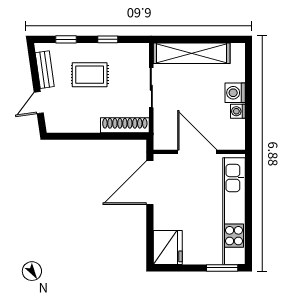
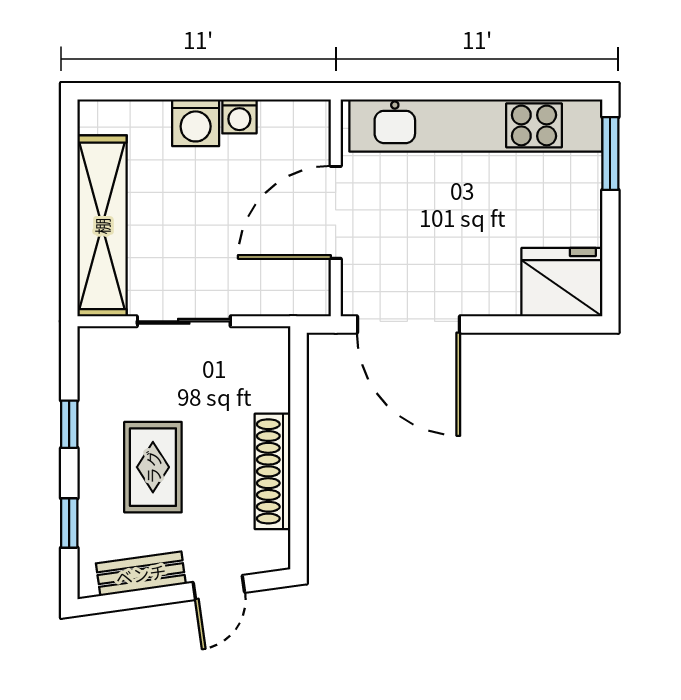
door: (39, 103) -> (219, 587), hinge flipped
shoe rack: (125, 125) -> (273, 471), moved

